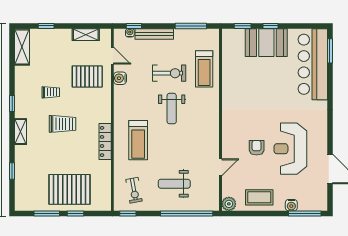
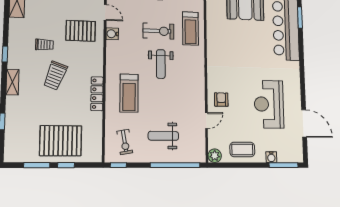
trolley: (62, 124) -> (55, 76), turned 110
armchair: (257, 148) -> (221, 100), moved

